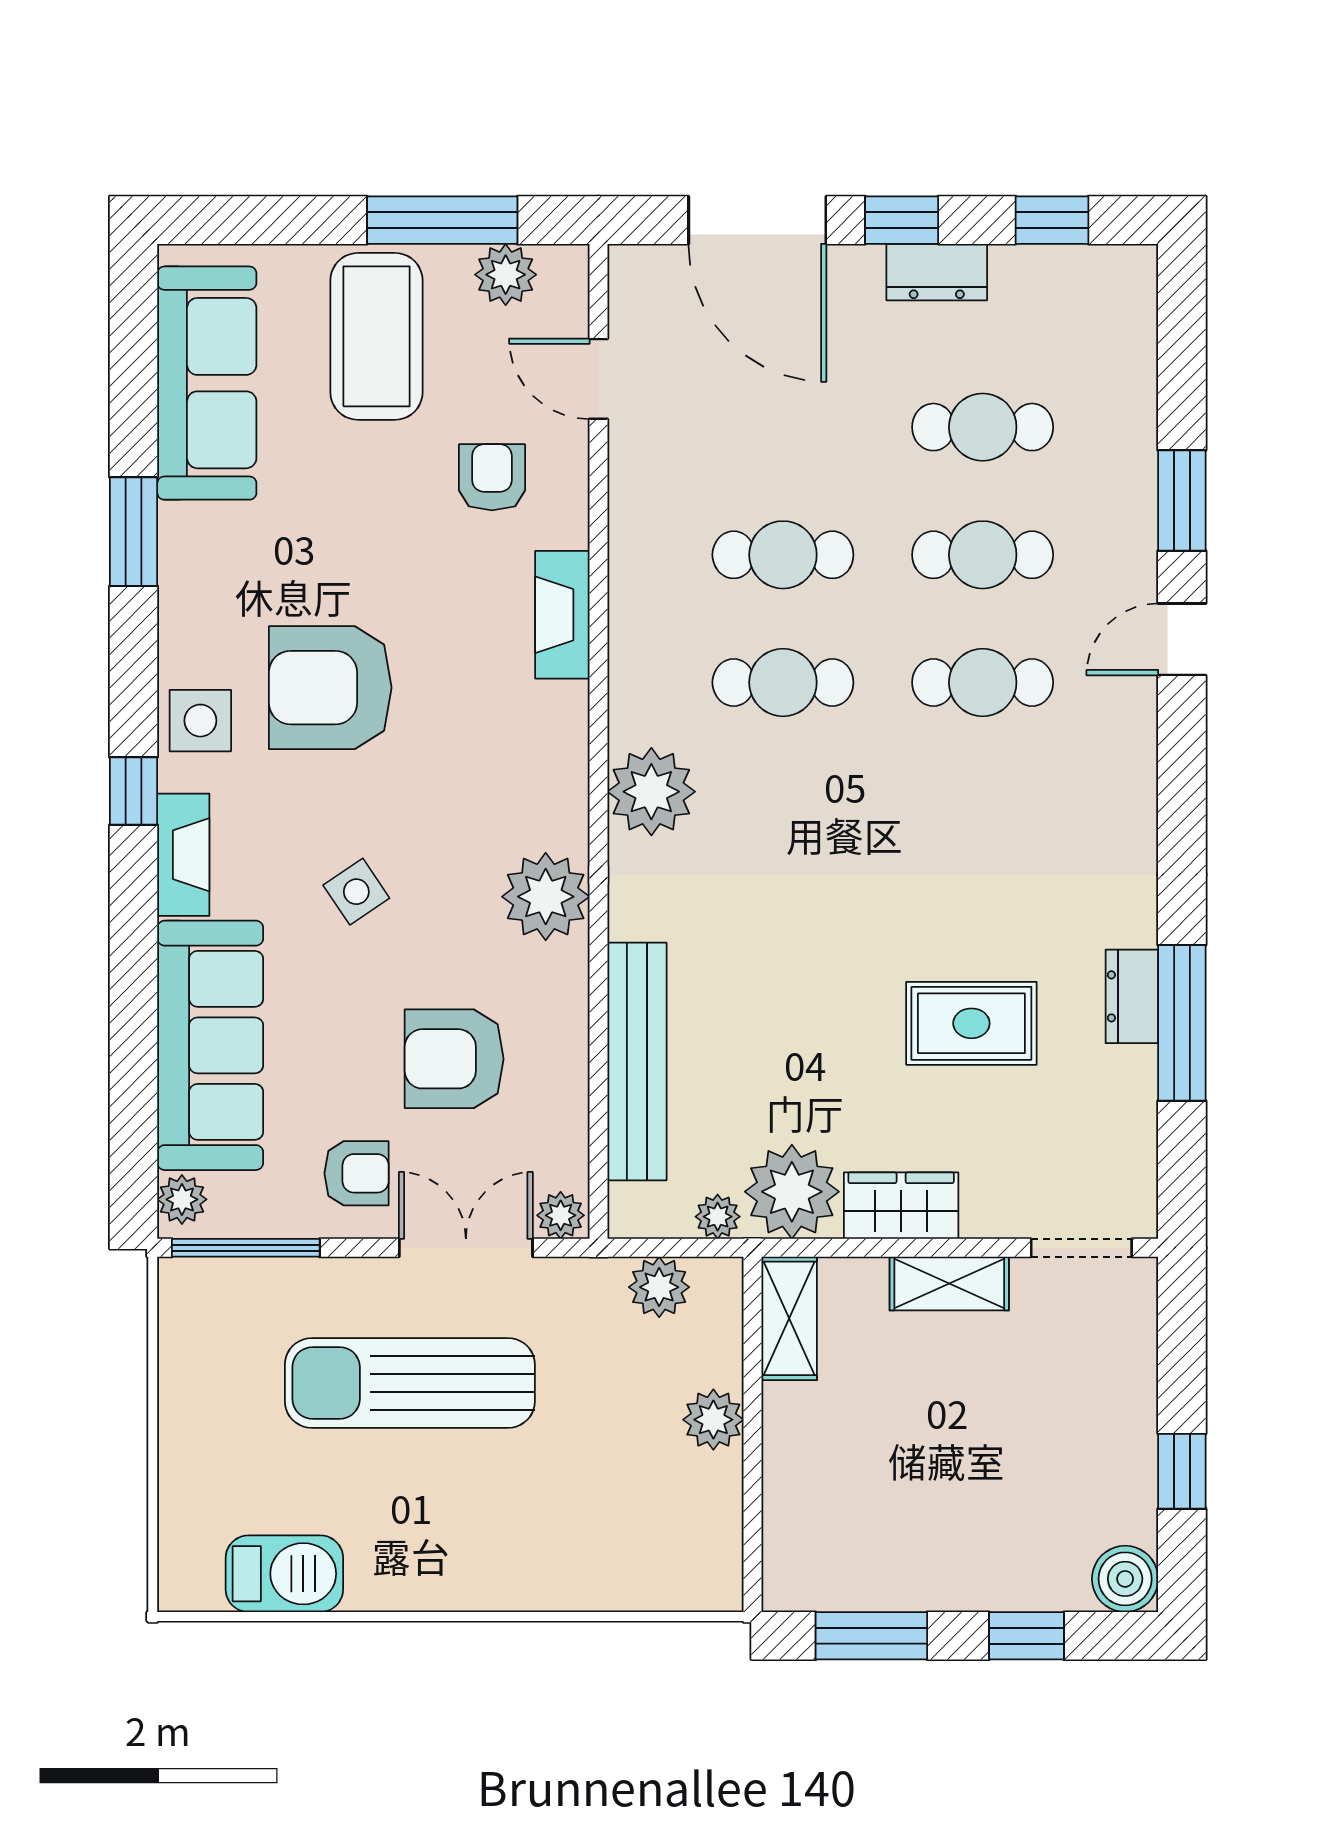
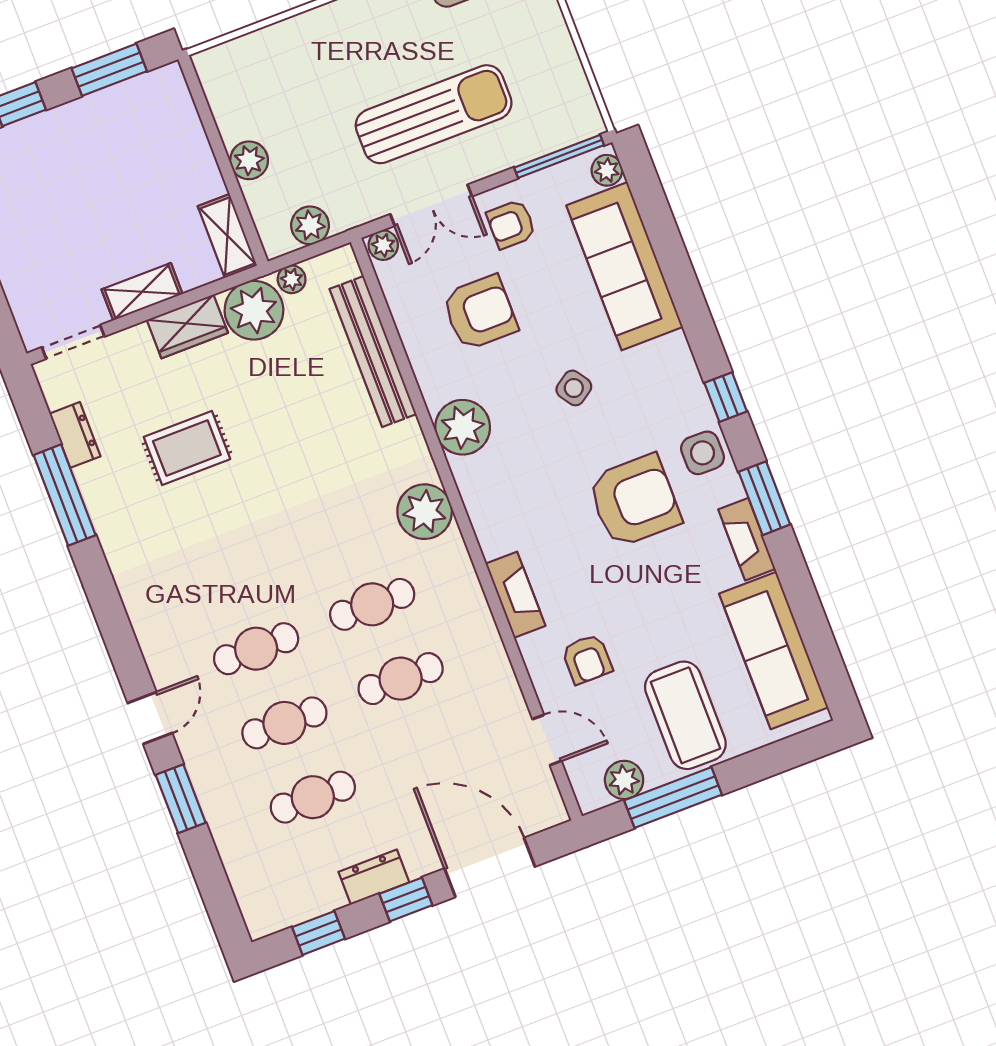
window: (134, 532) -> (764, 498), moved
fireplace: (183, 855) -> (747, 539), moved
dresser: (1132, 996) -> (75, 435), moved

